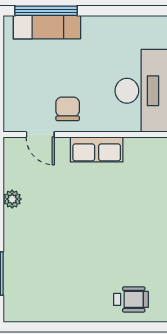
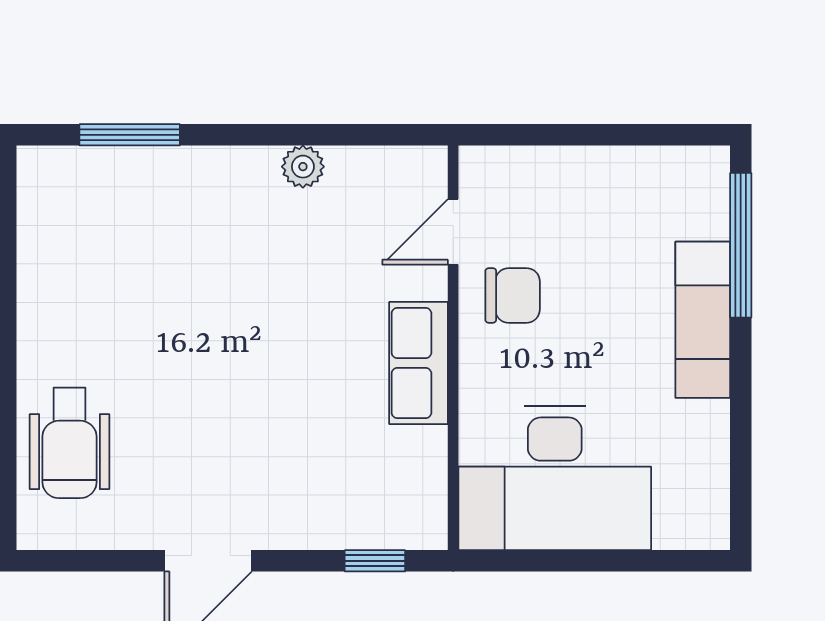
exam couch: (47, 27) -> (703, 320), moved
wheelchair: (131, 299) -> (69, 443), width x1.36, depth x1.37

